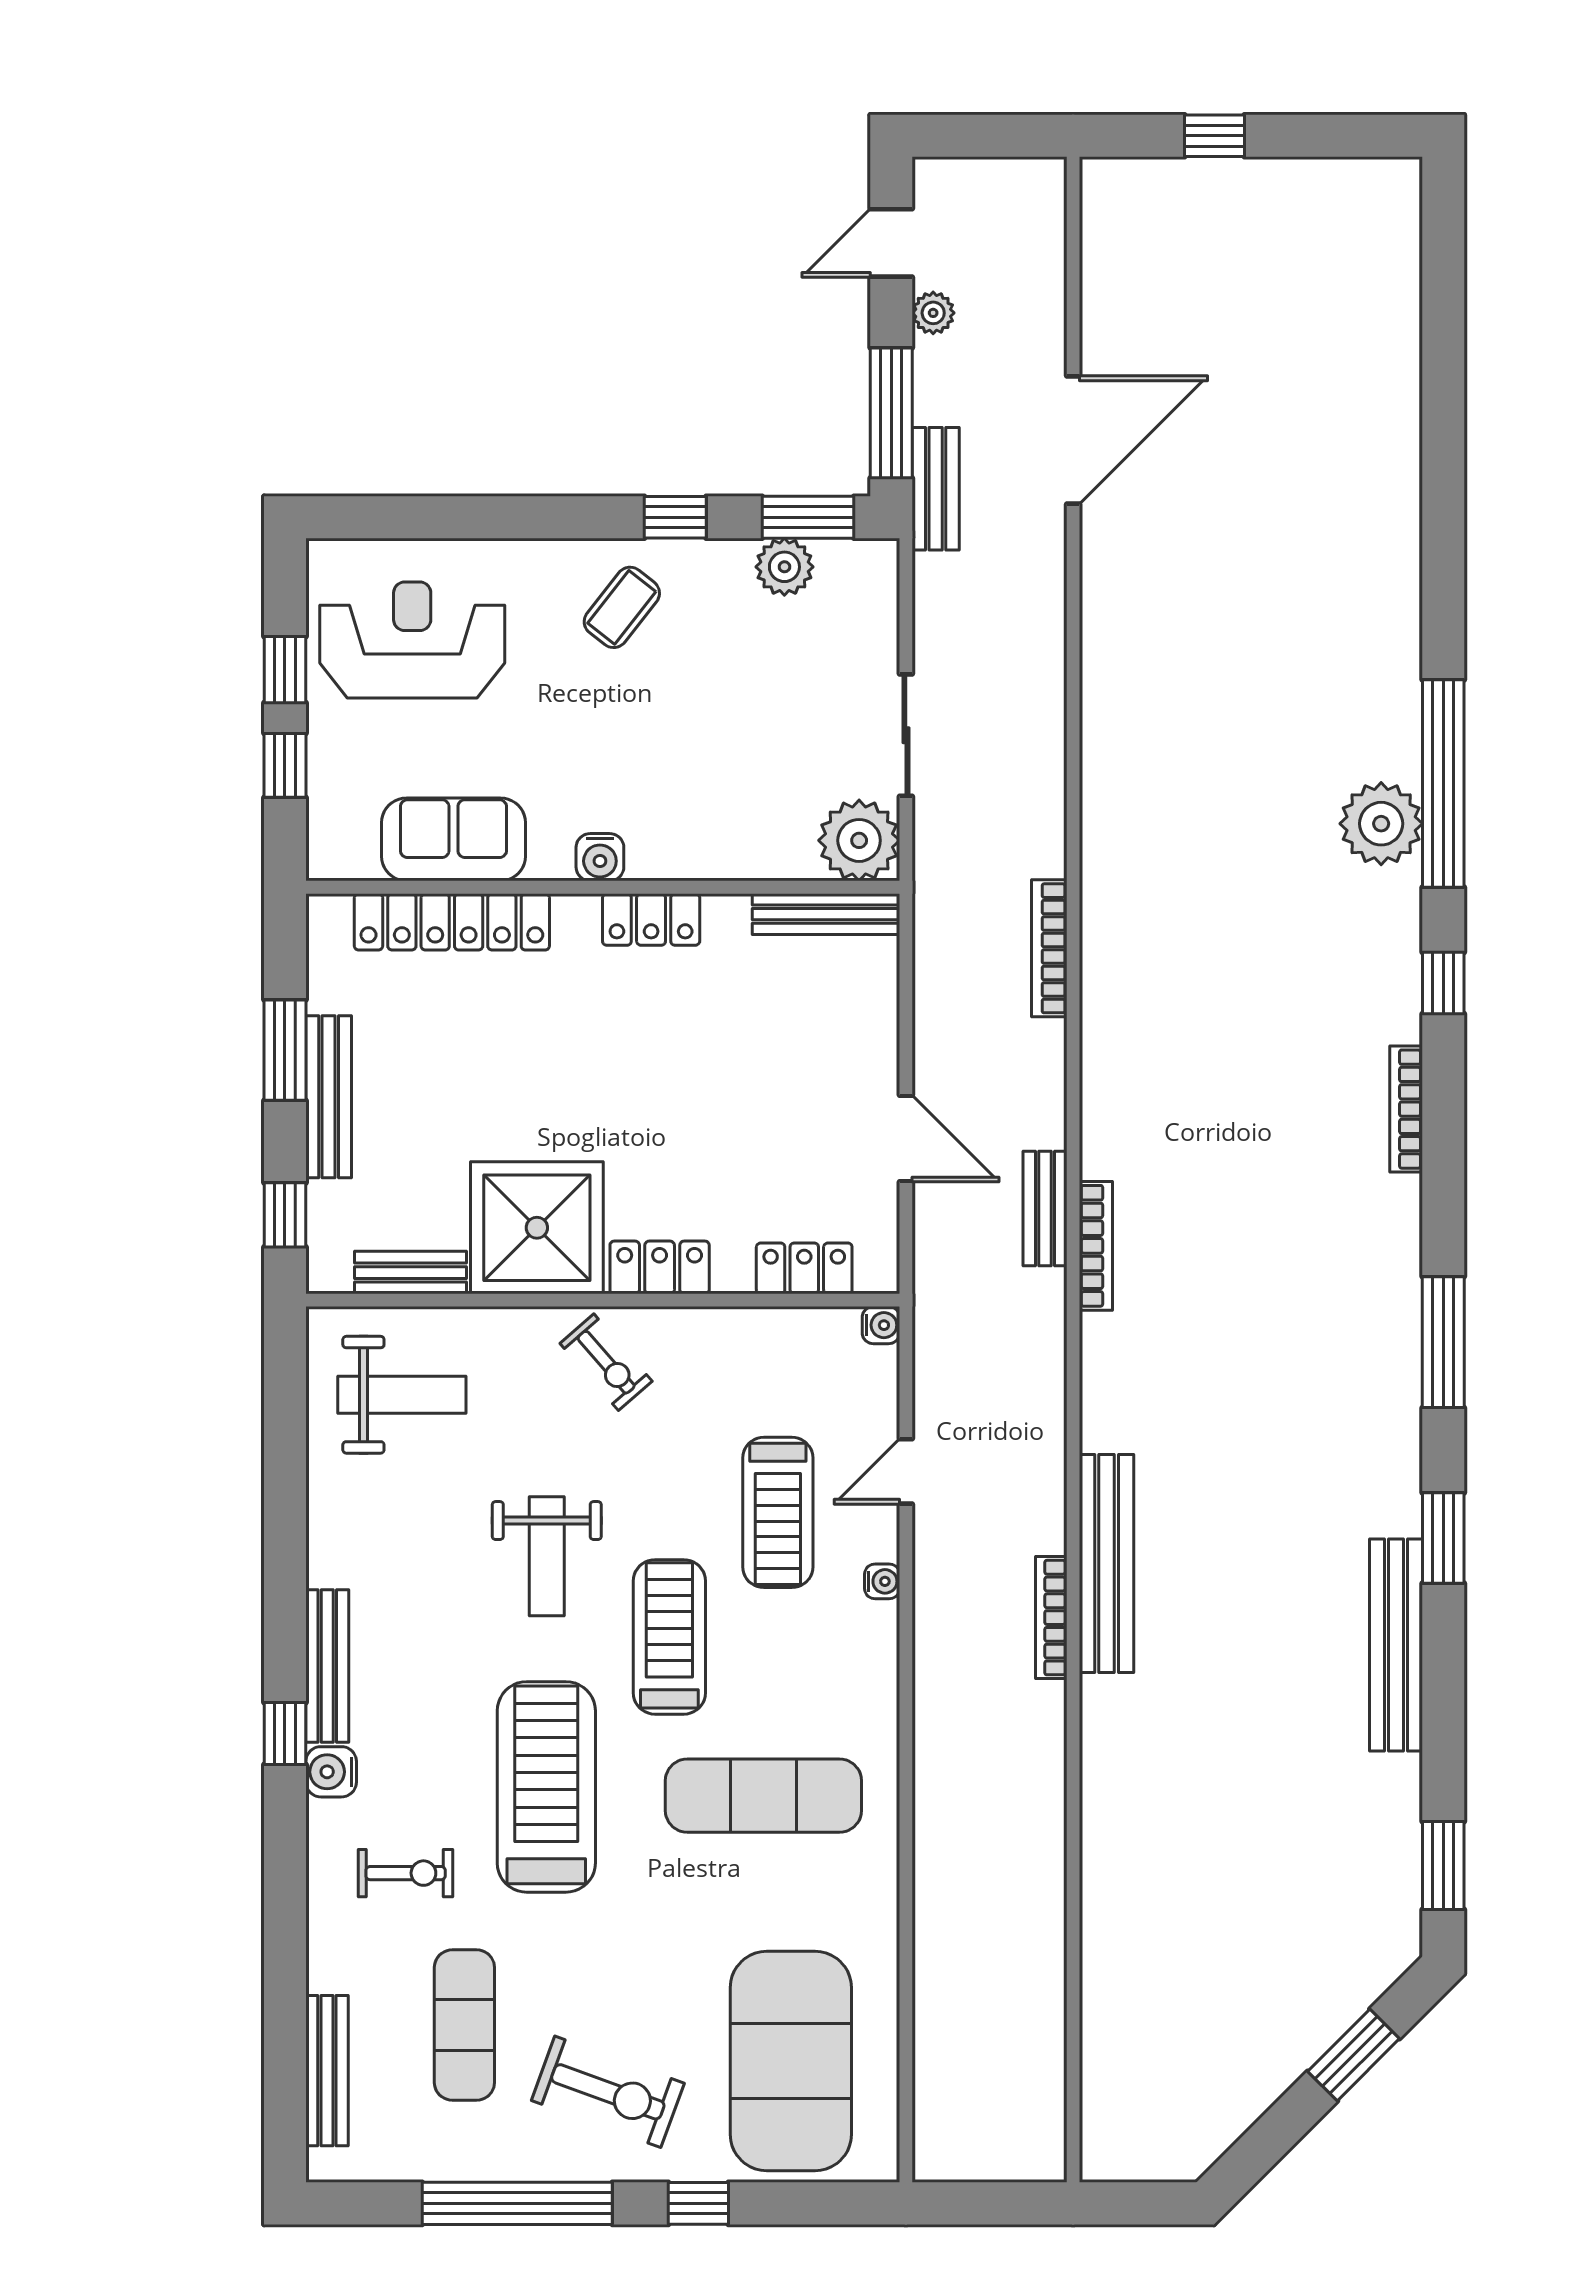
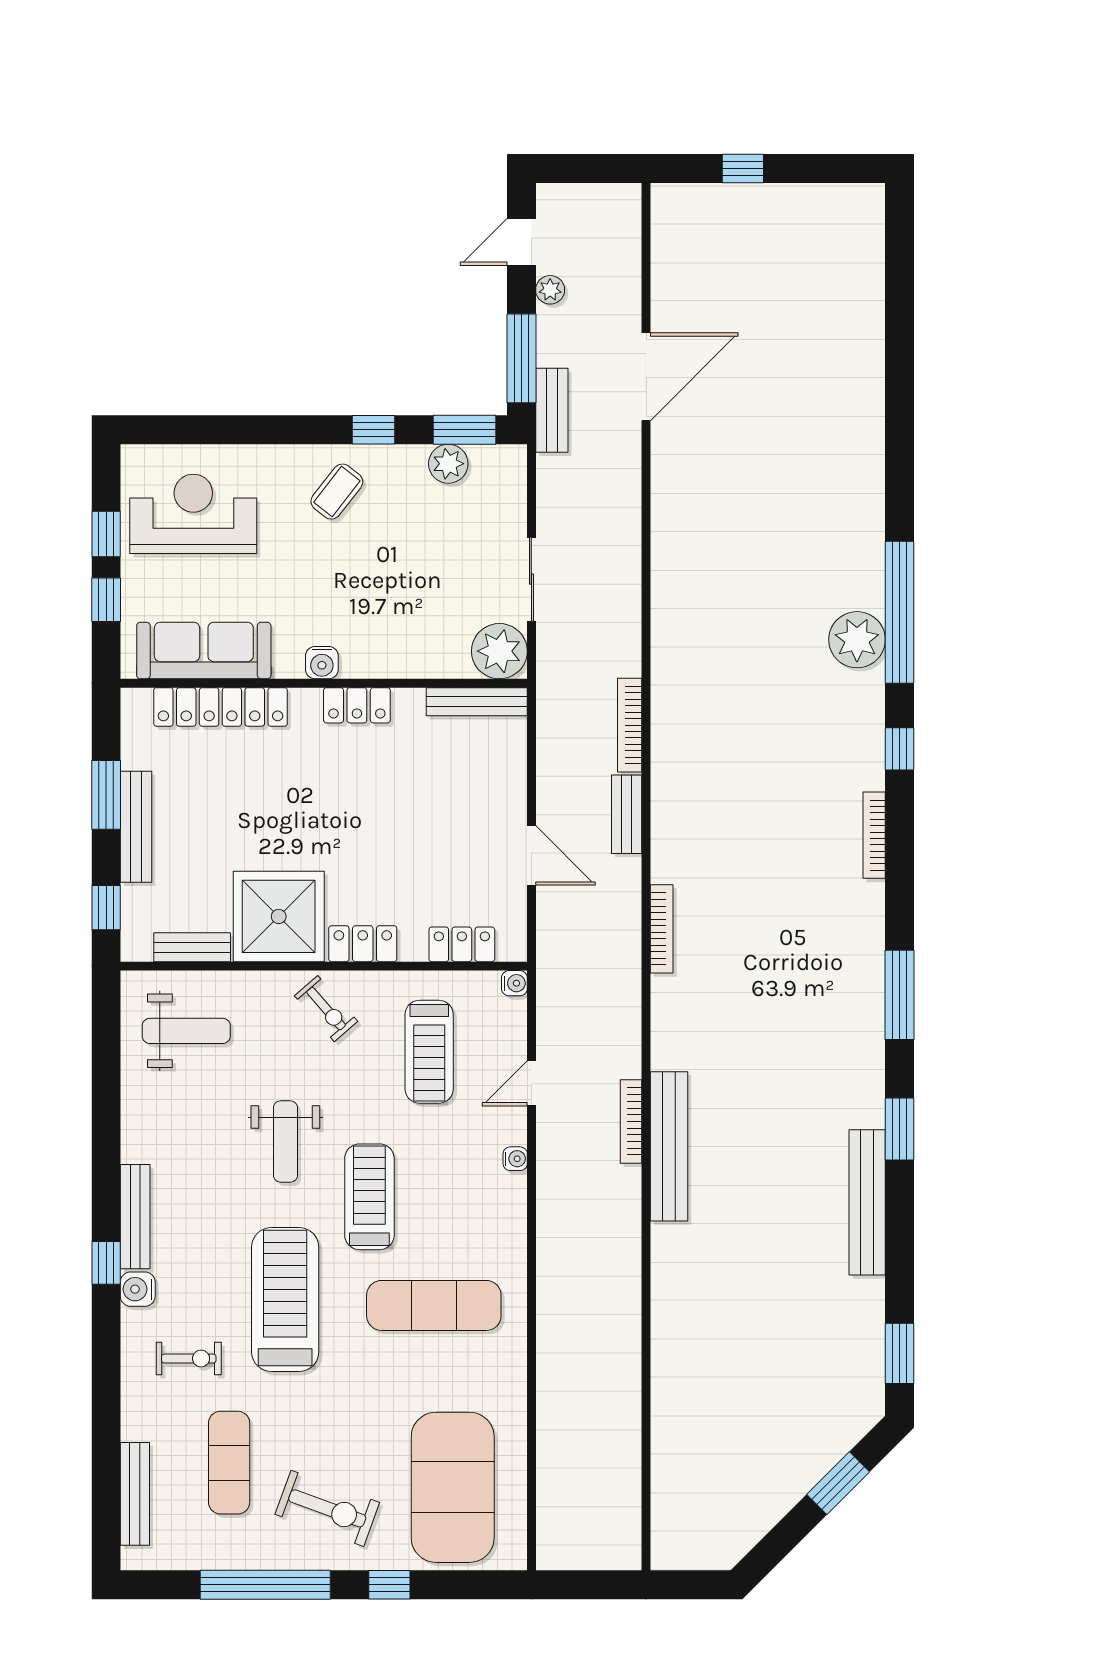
sofa: (453, 839) -> (204, 650), width x1.36
bench: (1045, 1208) -> (627, 814), moved
treadmill: (778, 1512) -> (429, 1052), moved
bookcase: (1051, 1618) -> (631, 1121), moved

